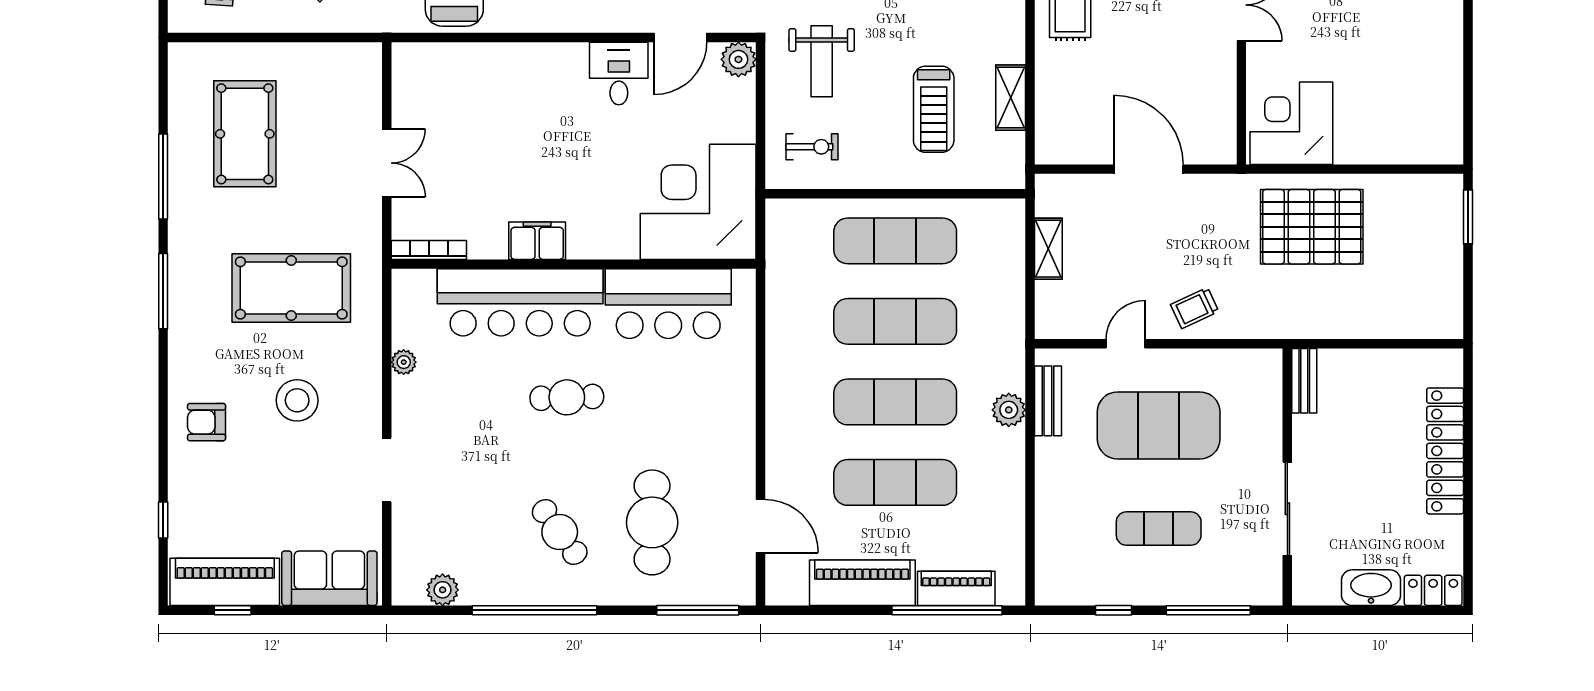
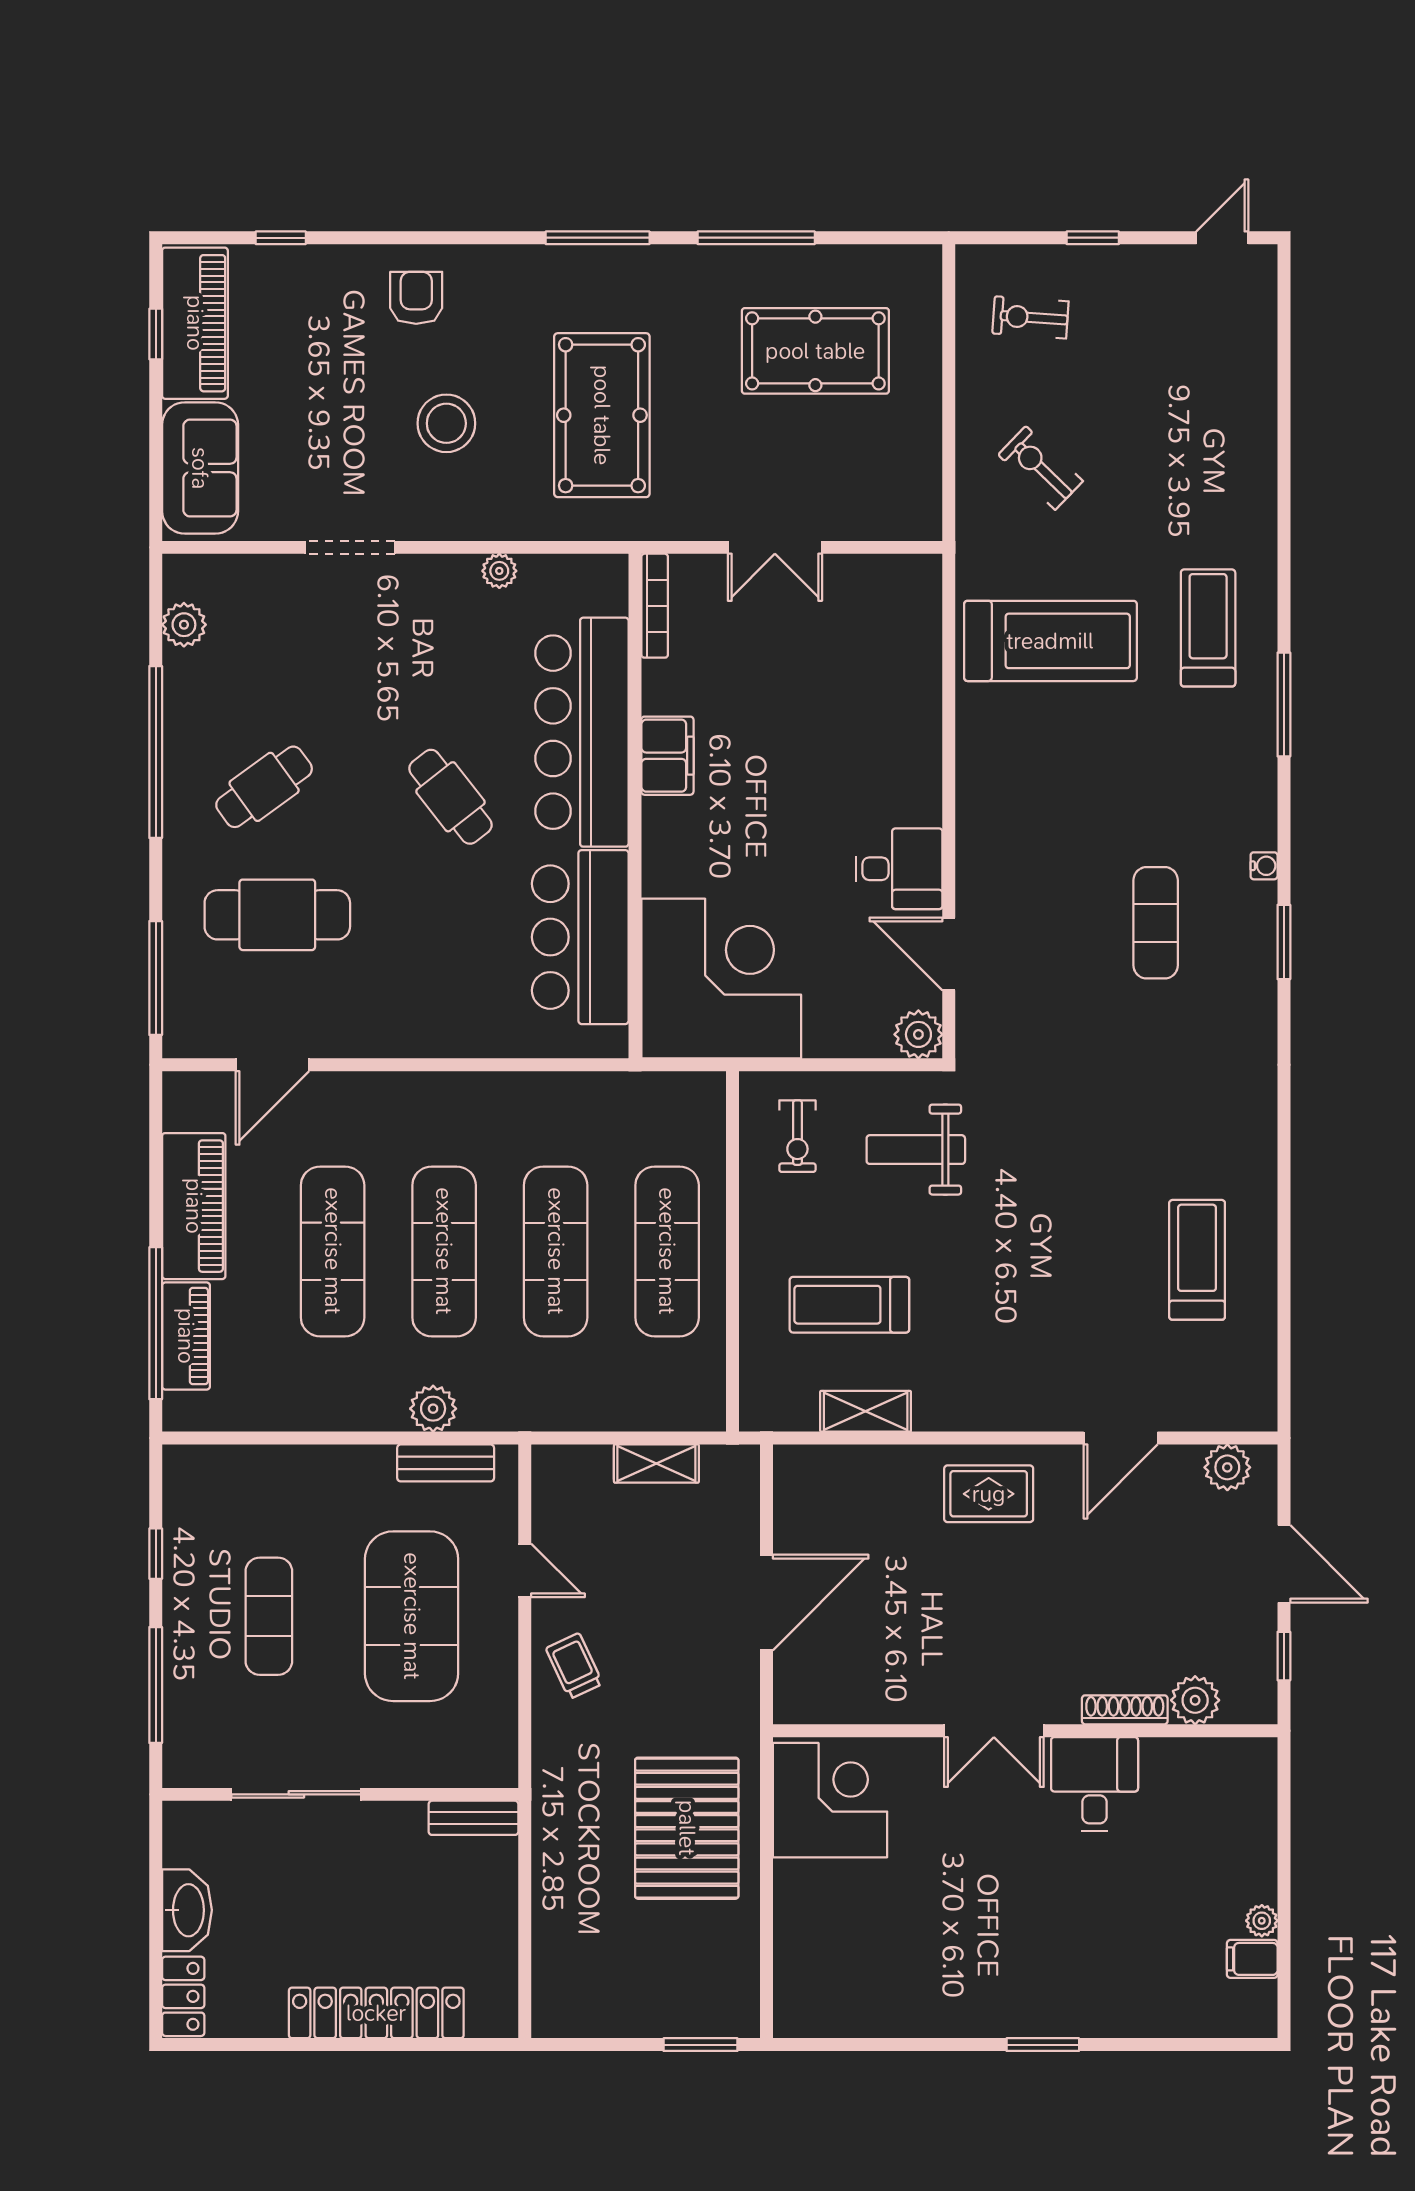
cafe table: (567, 397) -> (450, 797), turned -36

